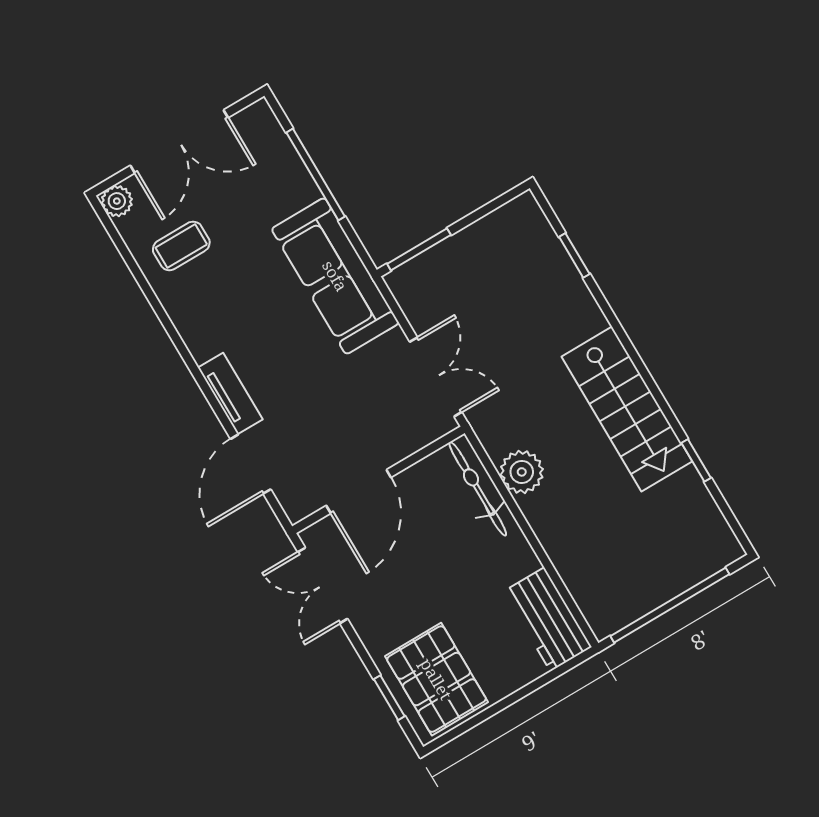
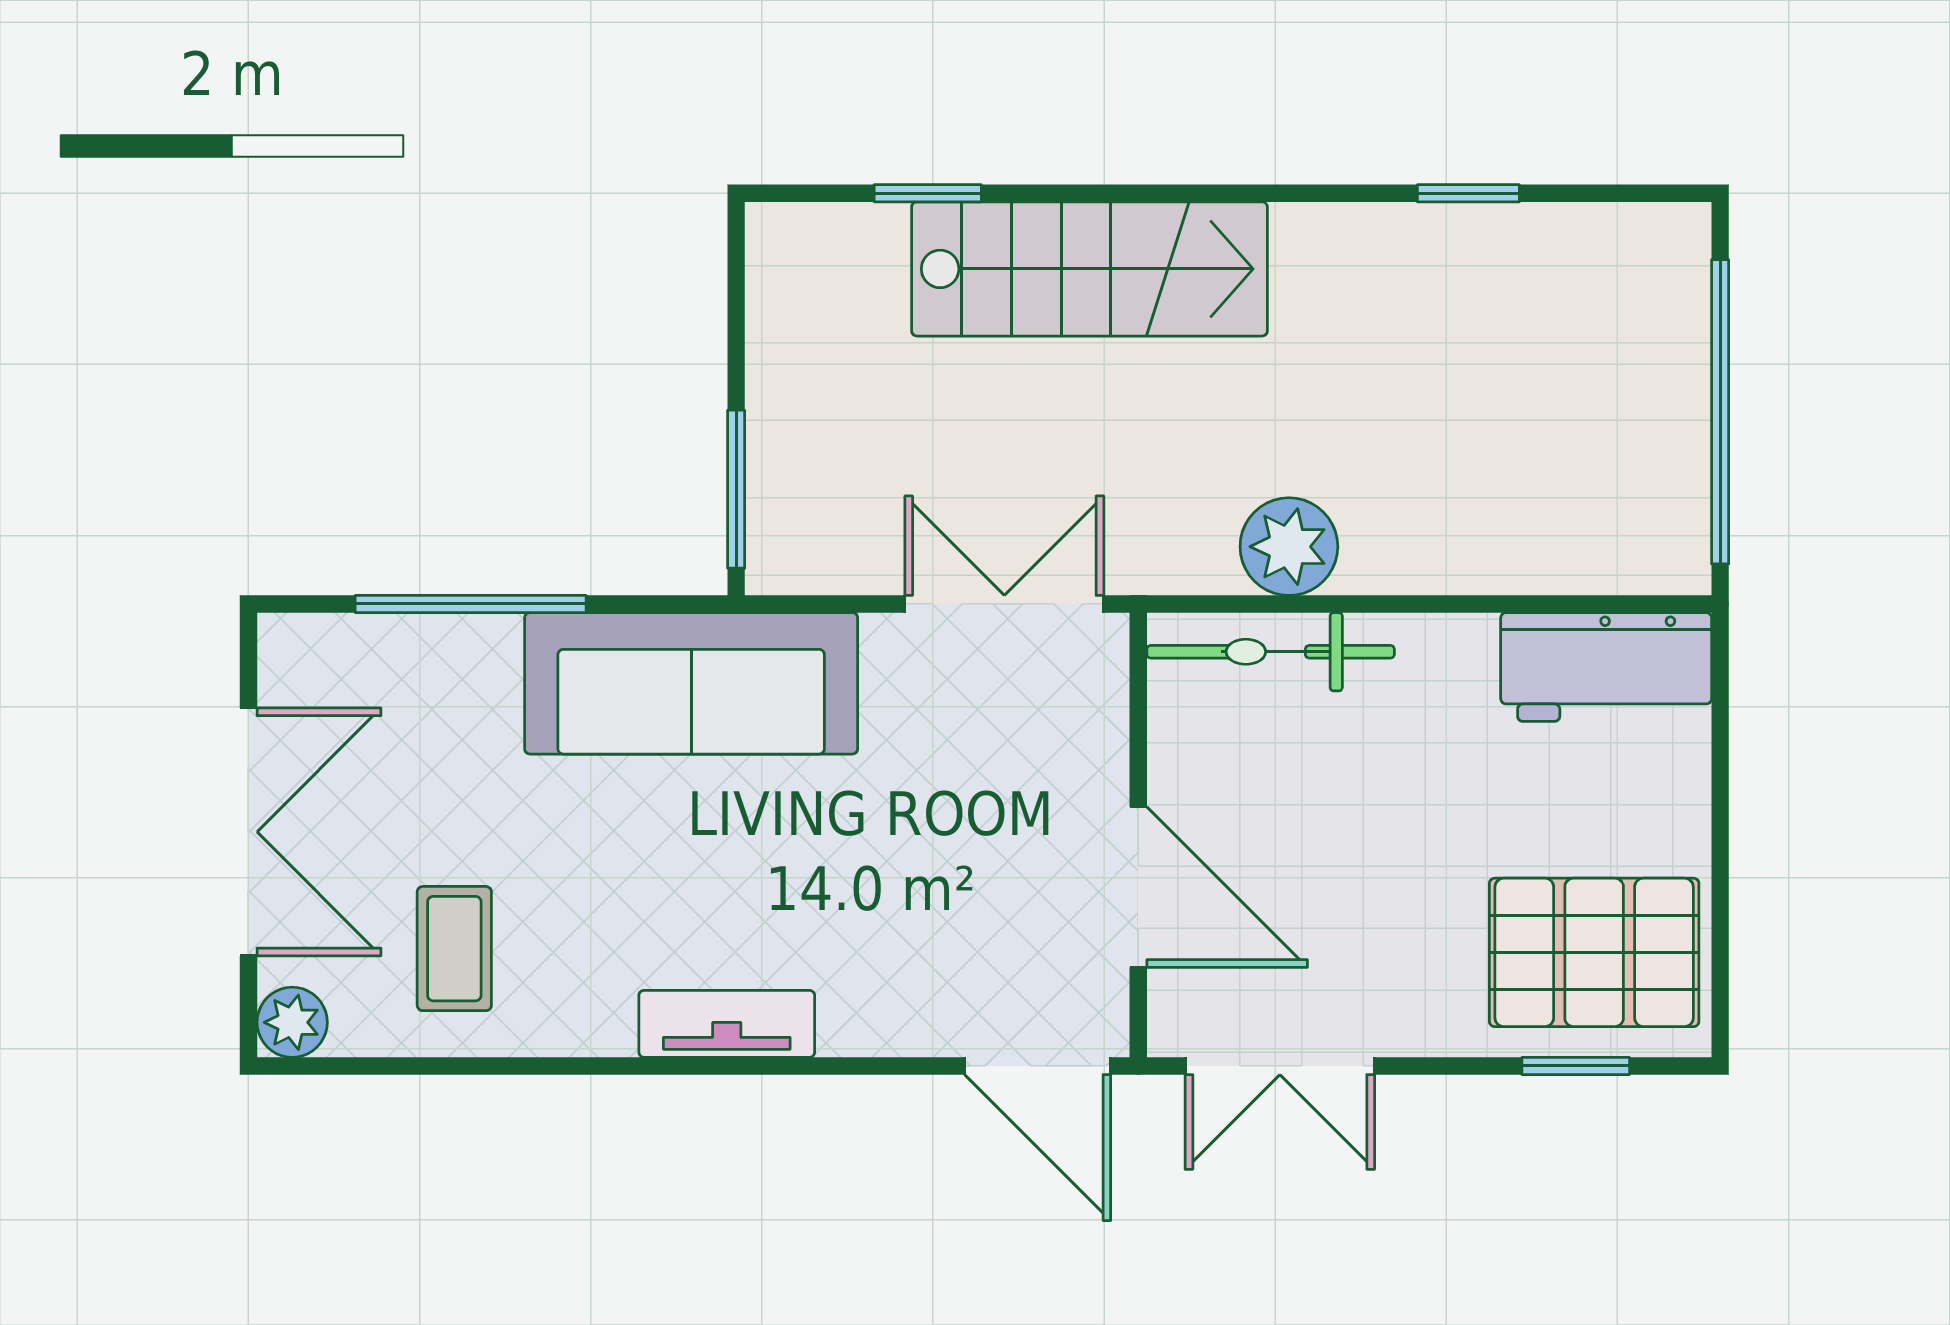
tv unit: (230, 394) -> (727, 1024), moved
stairs: (627, 409) -> (1090, 269), moved
door: (251, 464) -> (1038, 1066), moved

